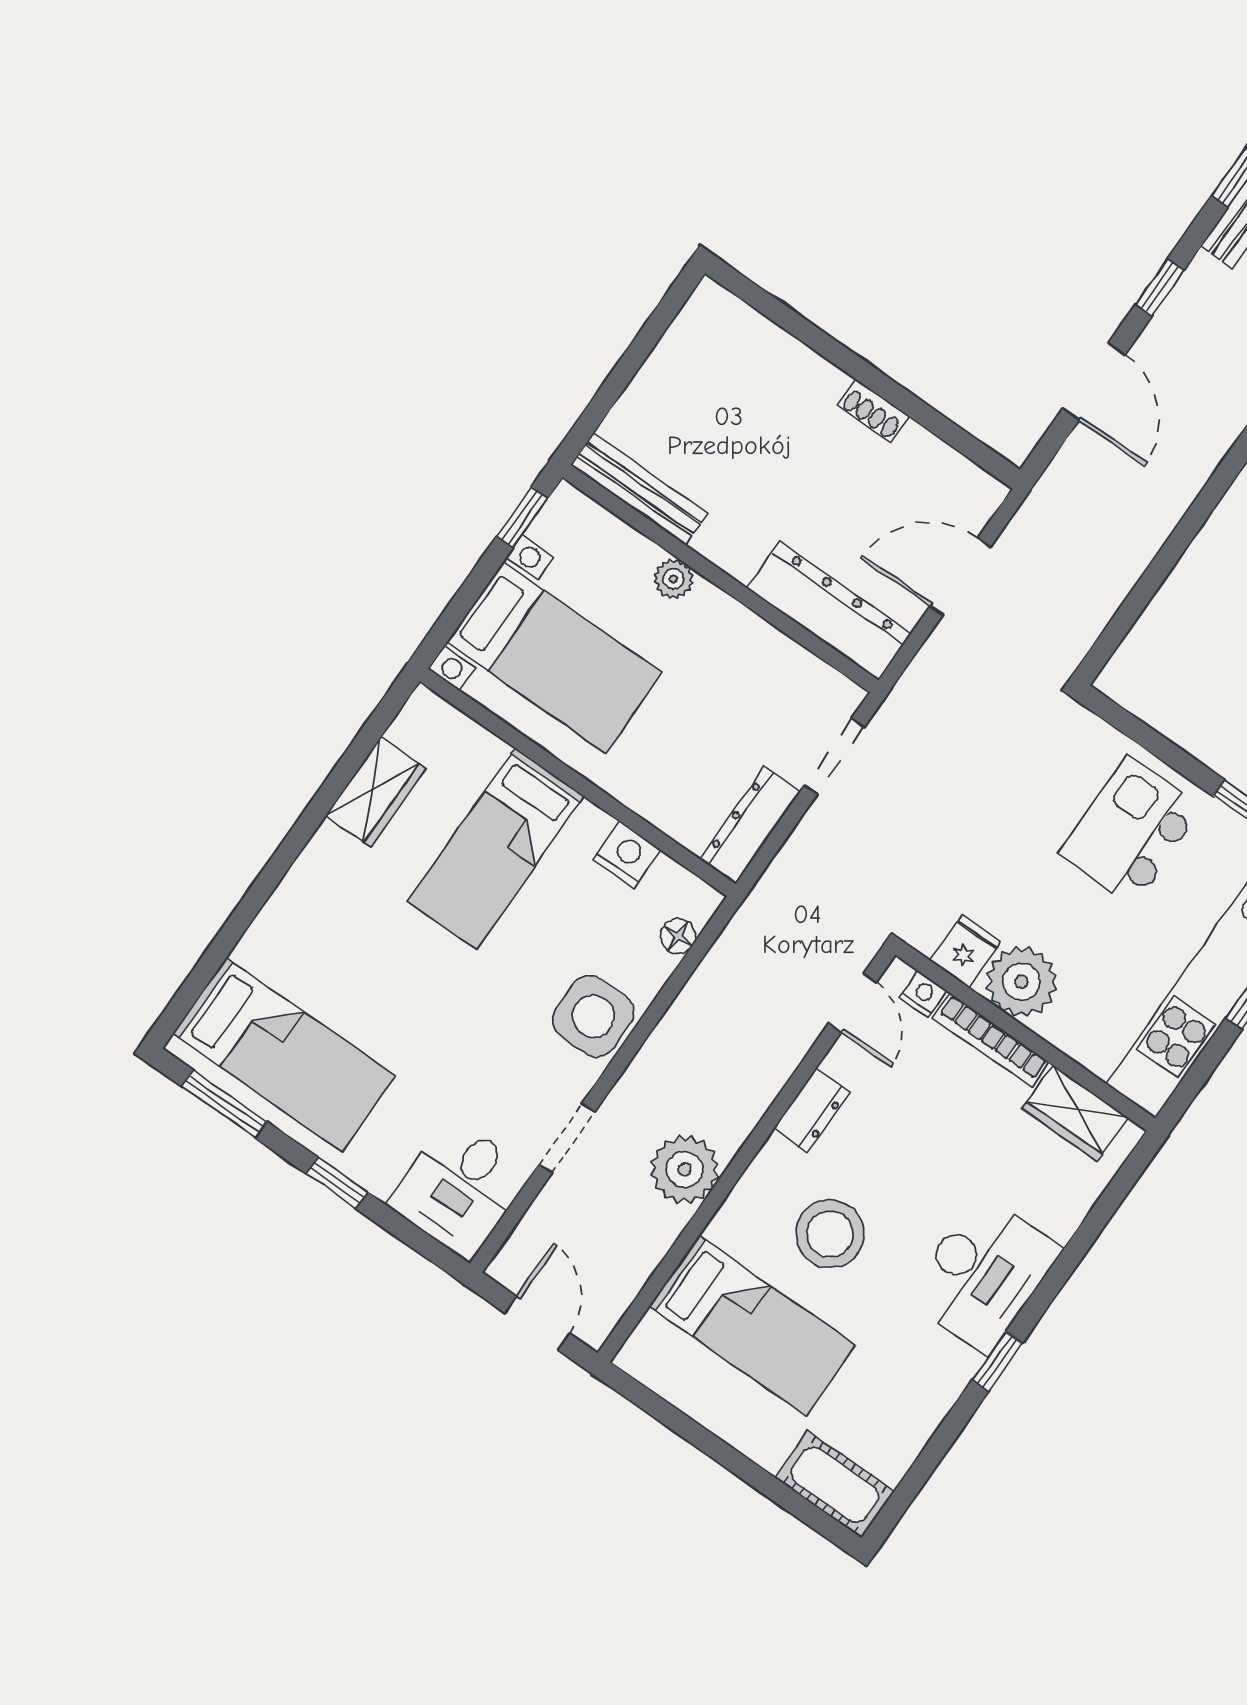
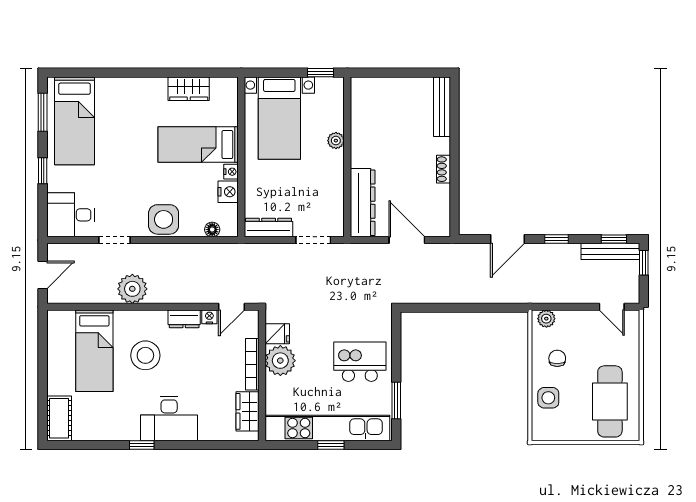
bench: (639, 489) -> (442, 107), moved
nightstand: (592, 822) -> (231, 172), added
nightstand: (923, 994) -> (209, 317), moved, turned -90

